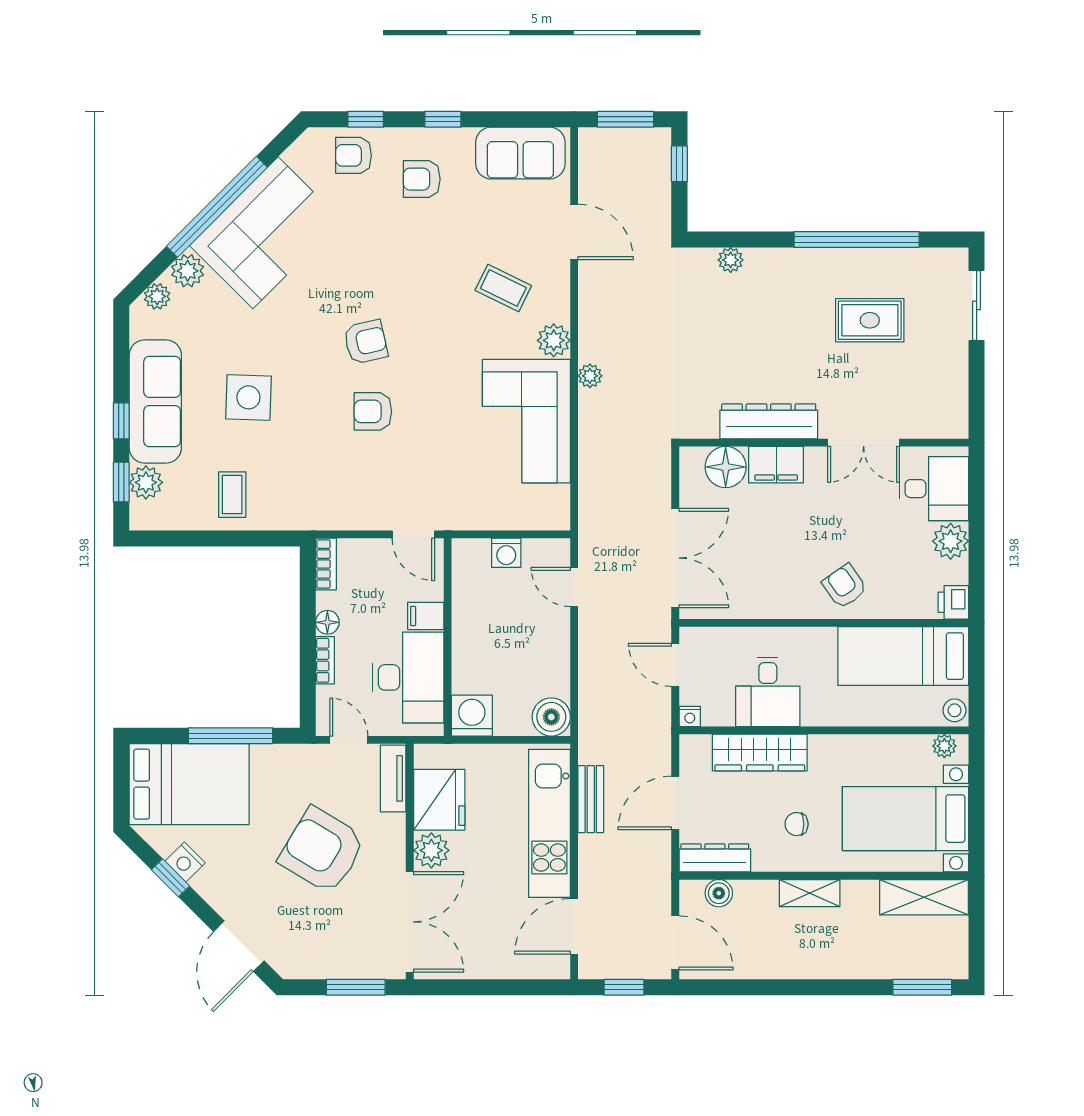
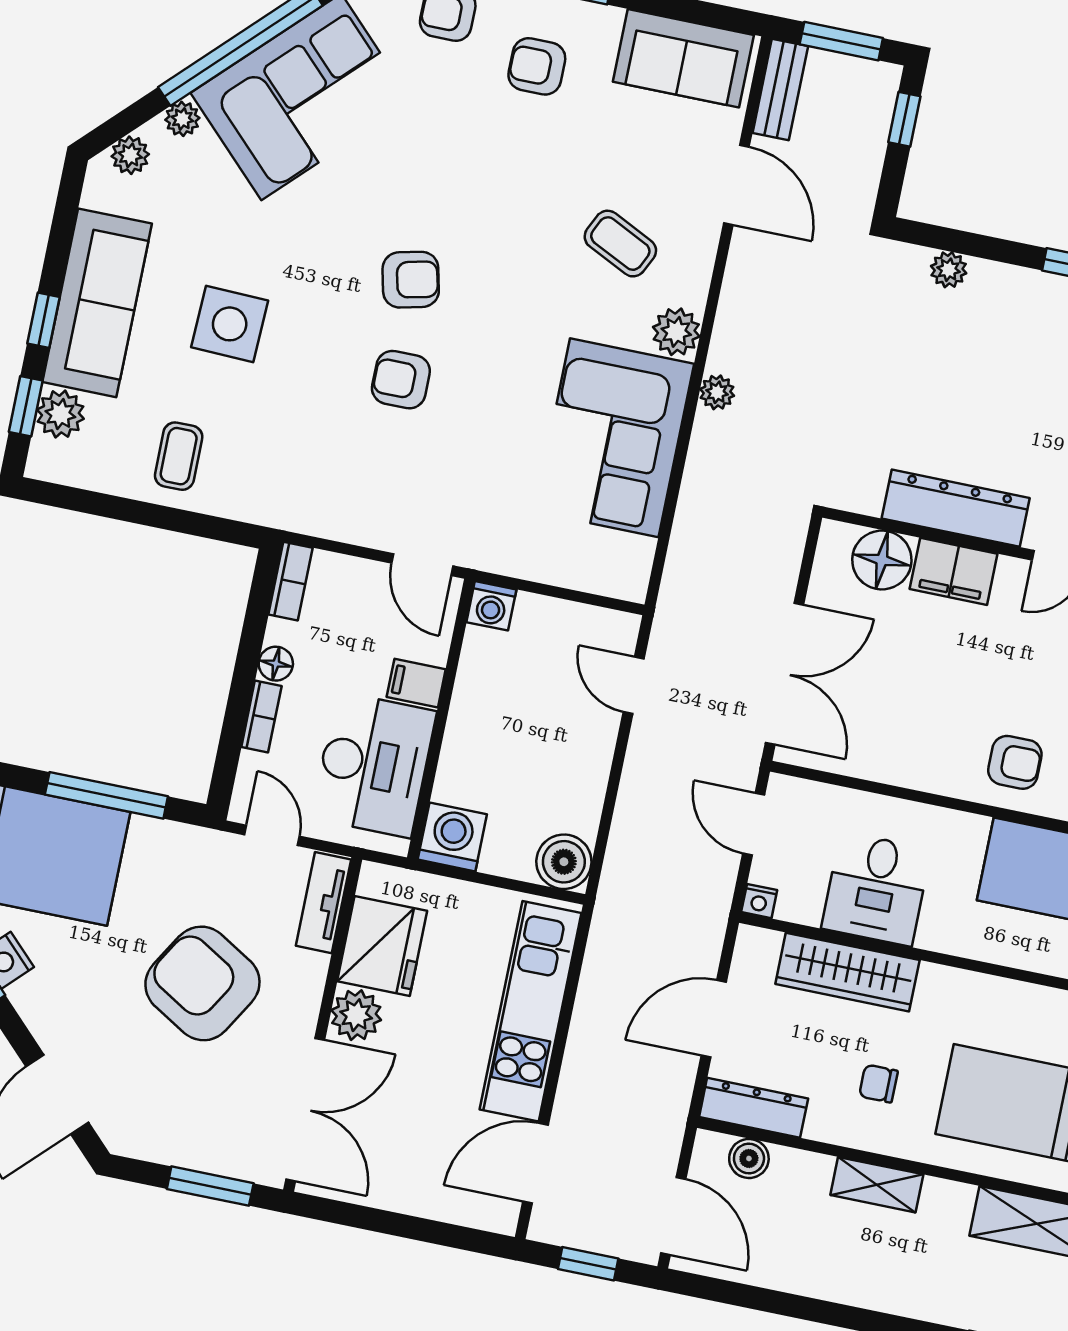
plant: (188, 271) -> (182, 119), width x0.73, depth x0.73
washing machine: (506, 553) -> (491, 606), moved
armchair: (845, 586) -> (1015, 762), turned 125
bench: (591, 799) -> (780, 89), moved

